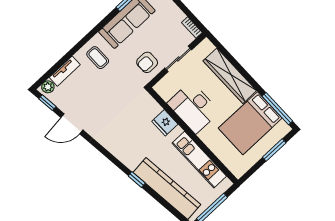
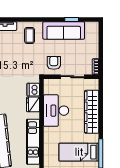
armchair: (147, 62) -> (54, 63), turned 90
dishwasher: (151, 108) -> (33, 90), added
bed: (250, 123) -> (79, 152), width x0.67

